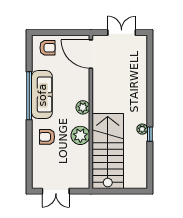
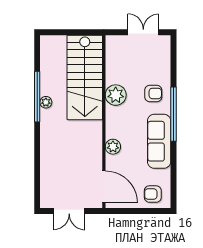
window: (29, 96) -> (173, 114), moved
plant: (83, 107) -> (113, 147), moved
window: (150, 134) -> (37, 97), width x3.17

